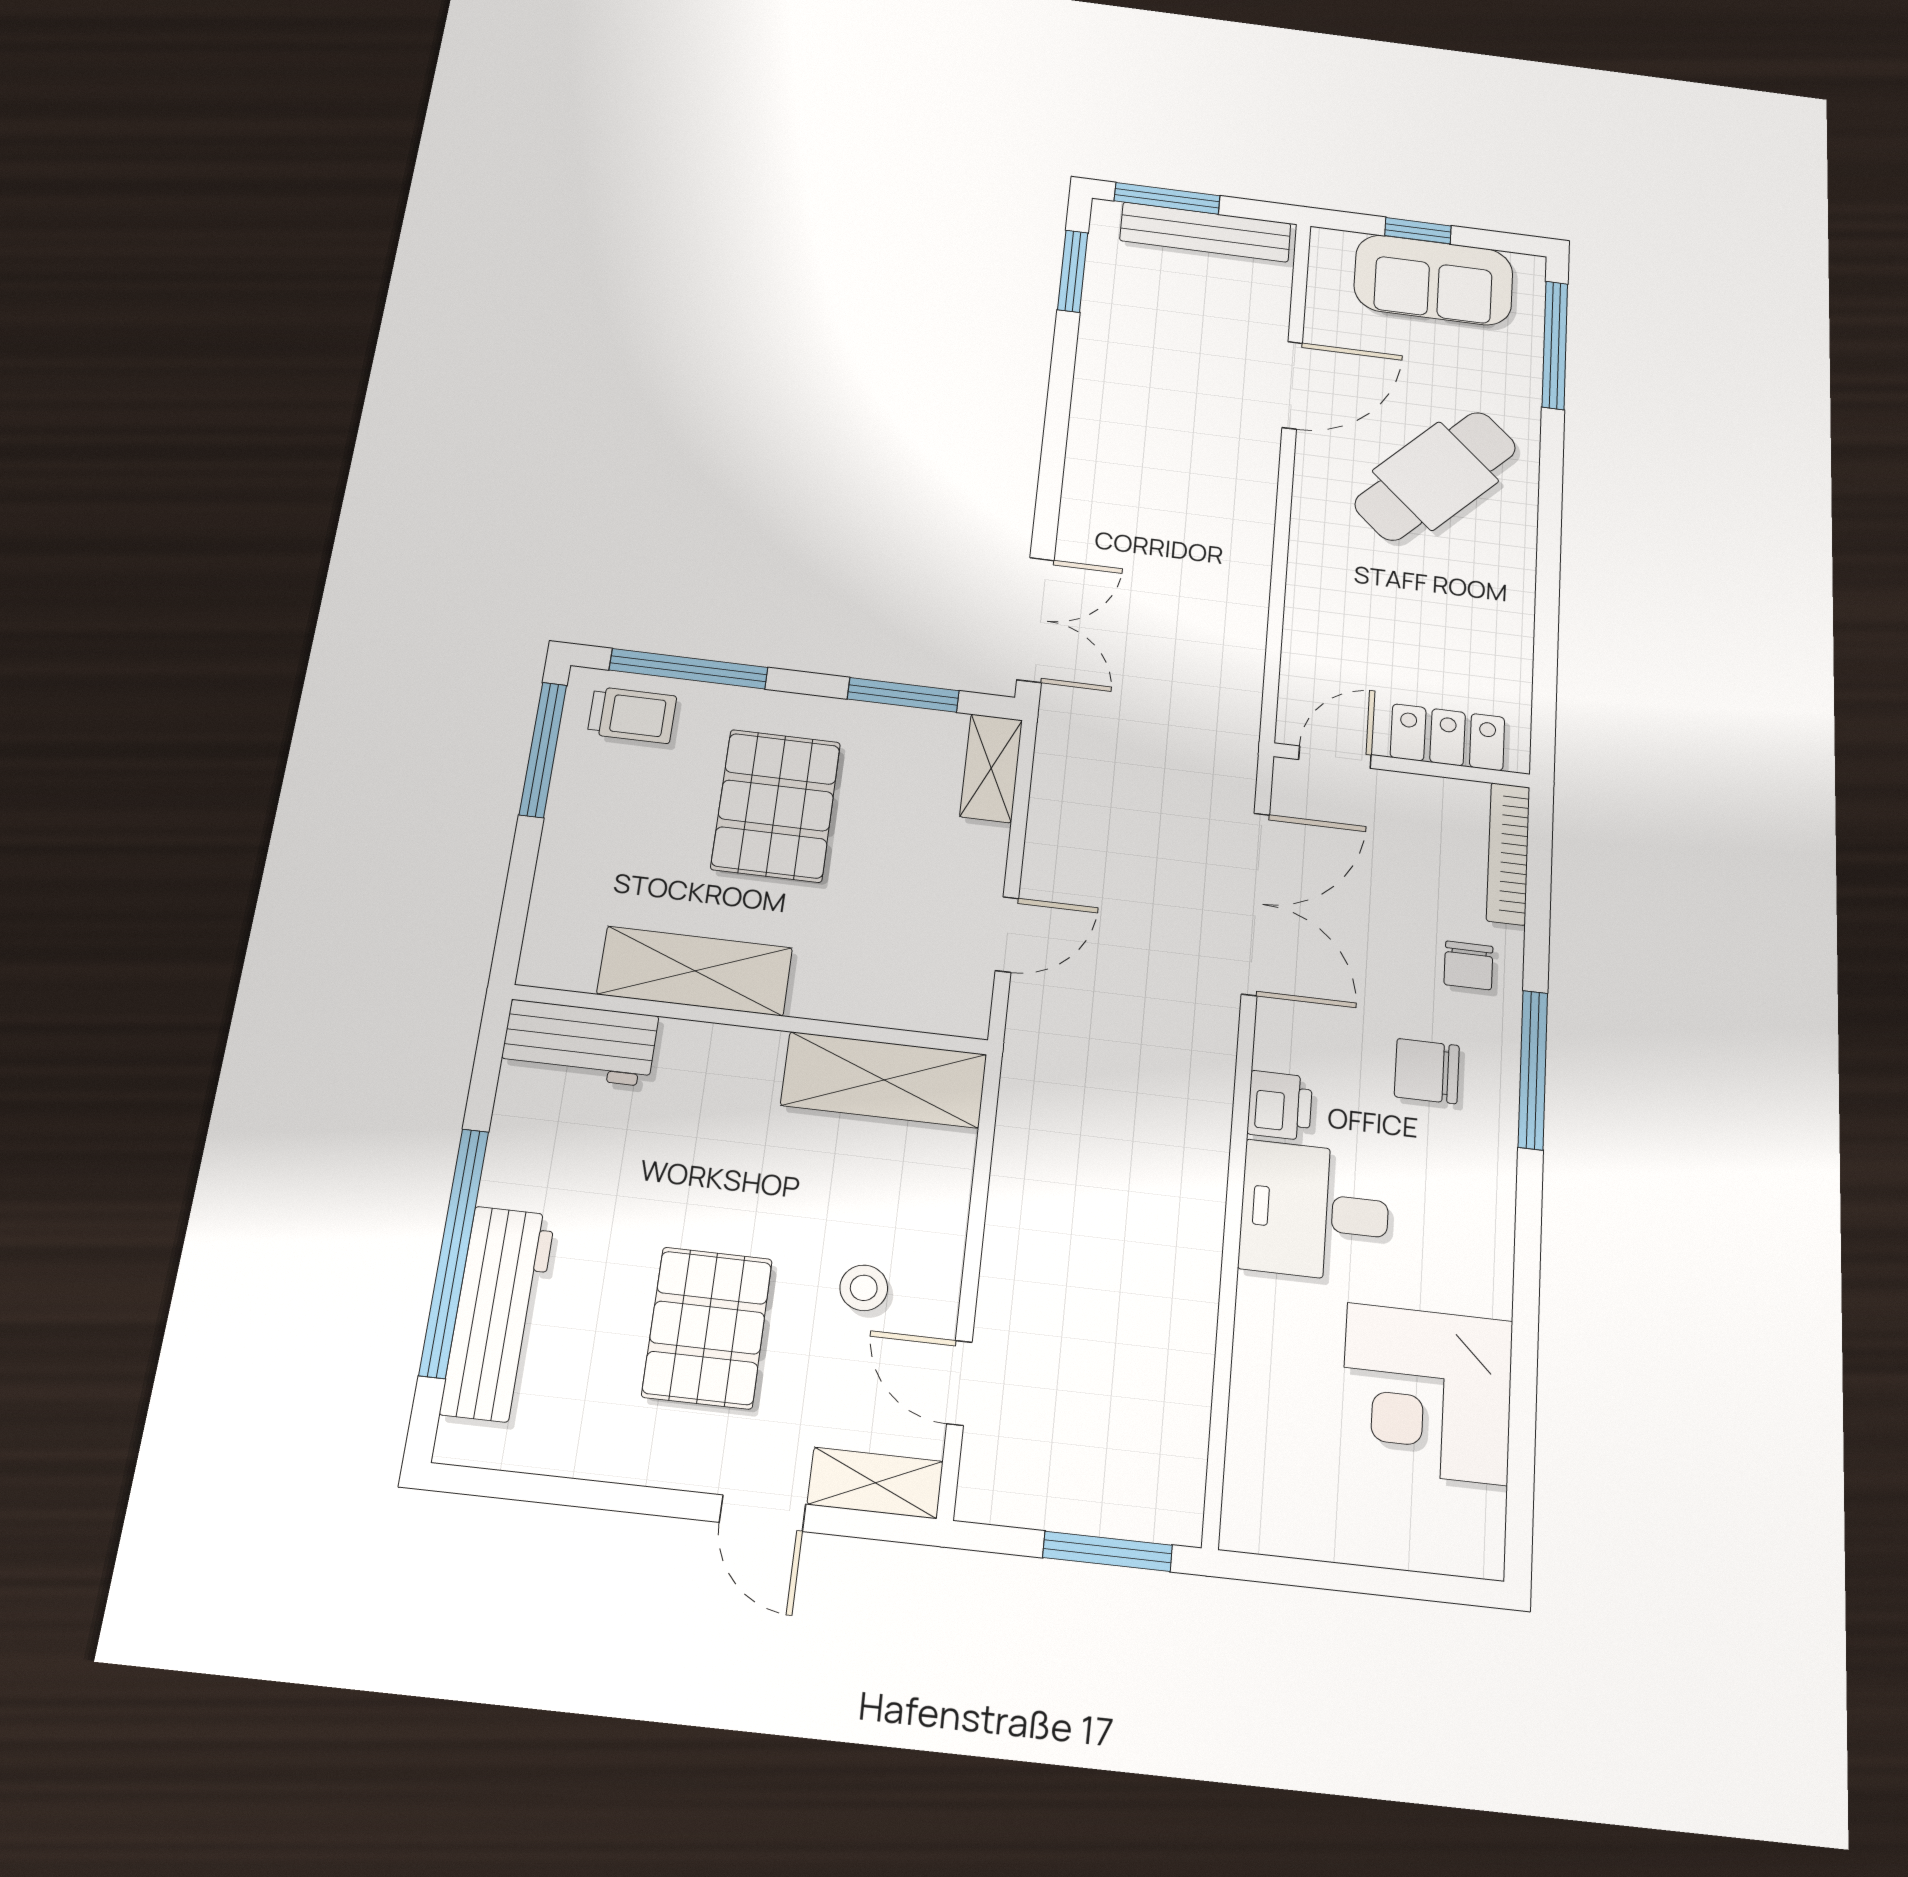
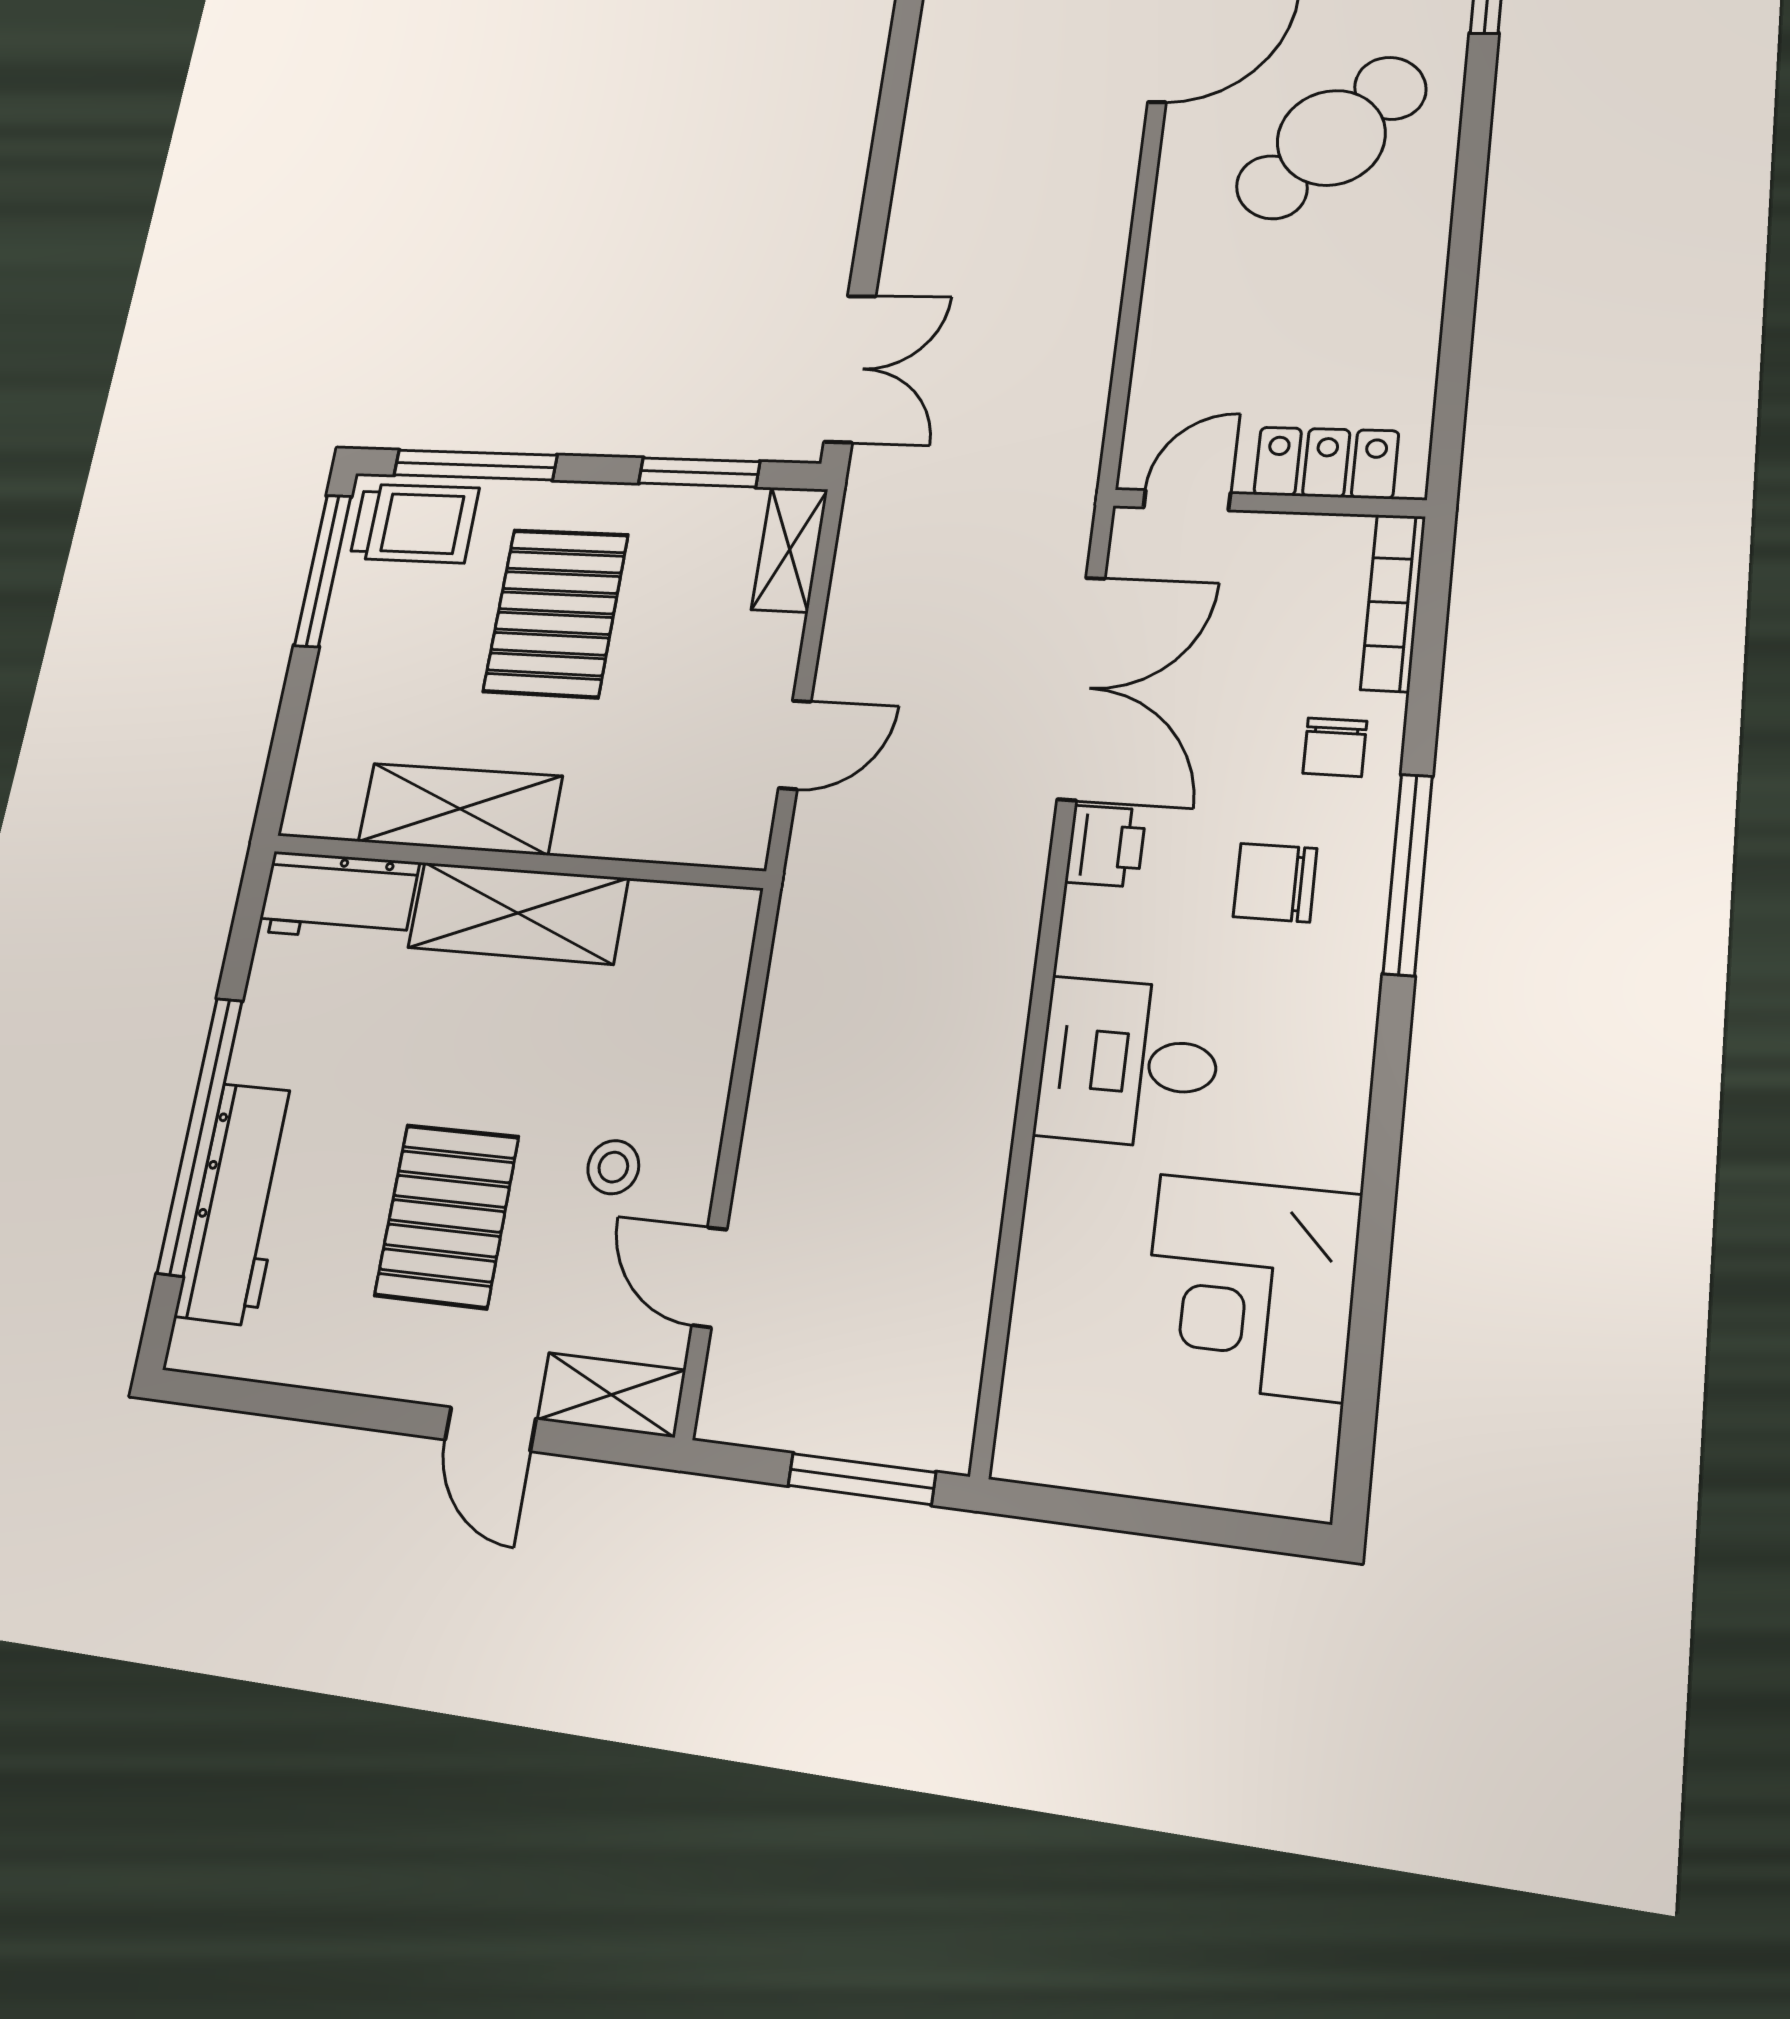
trolley: (632, 715) -> (414, 523), width x1.36, depth x1.39
shelving: (884, 1080) -> (518, 913), moved
printer: (1280, 1105) -> (1106, 846), moved

